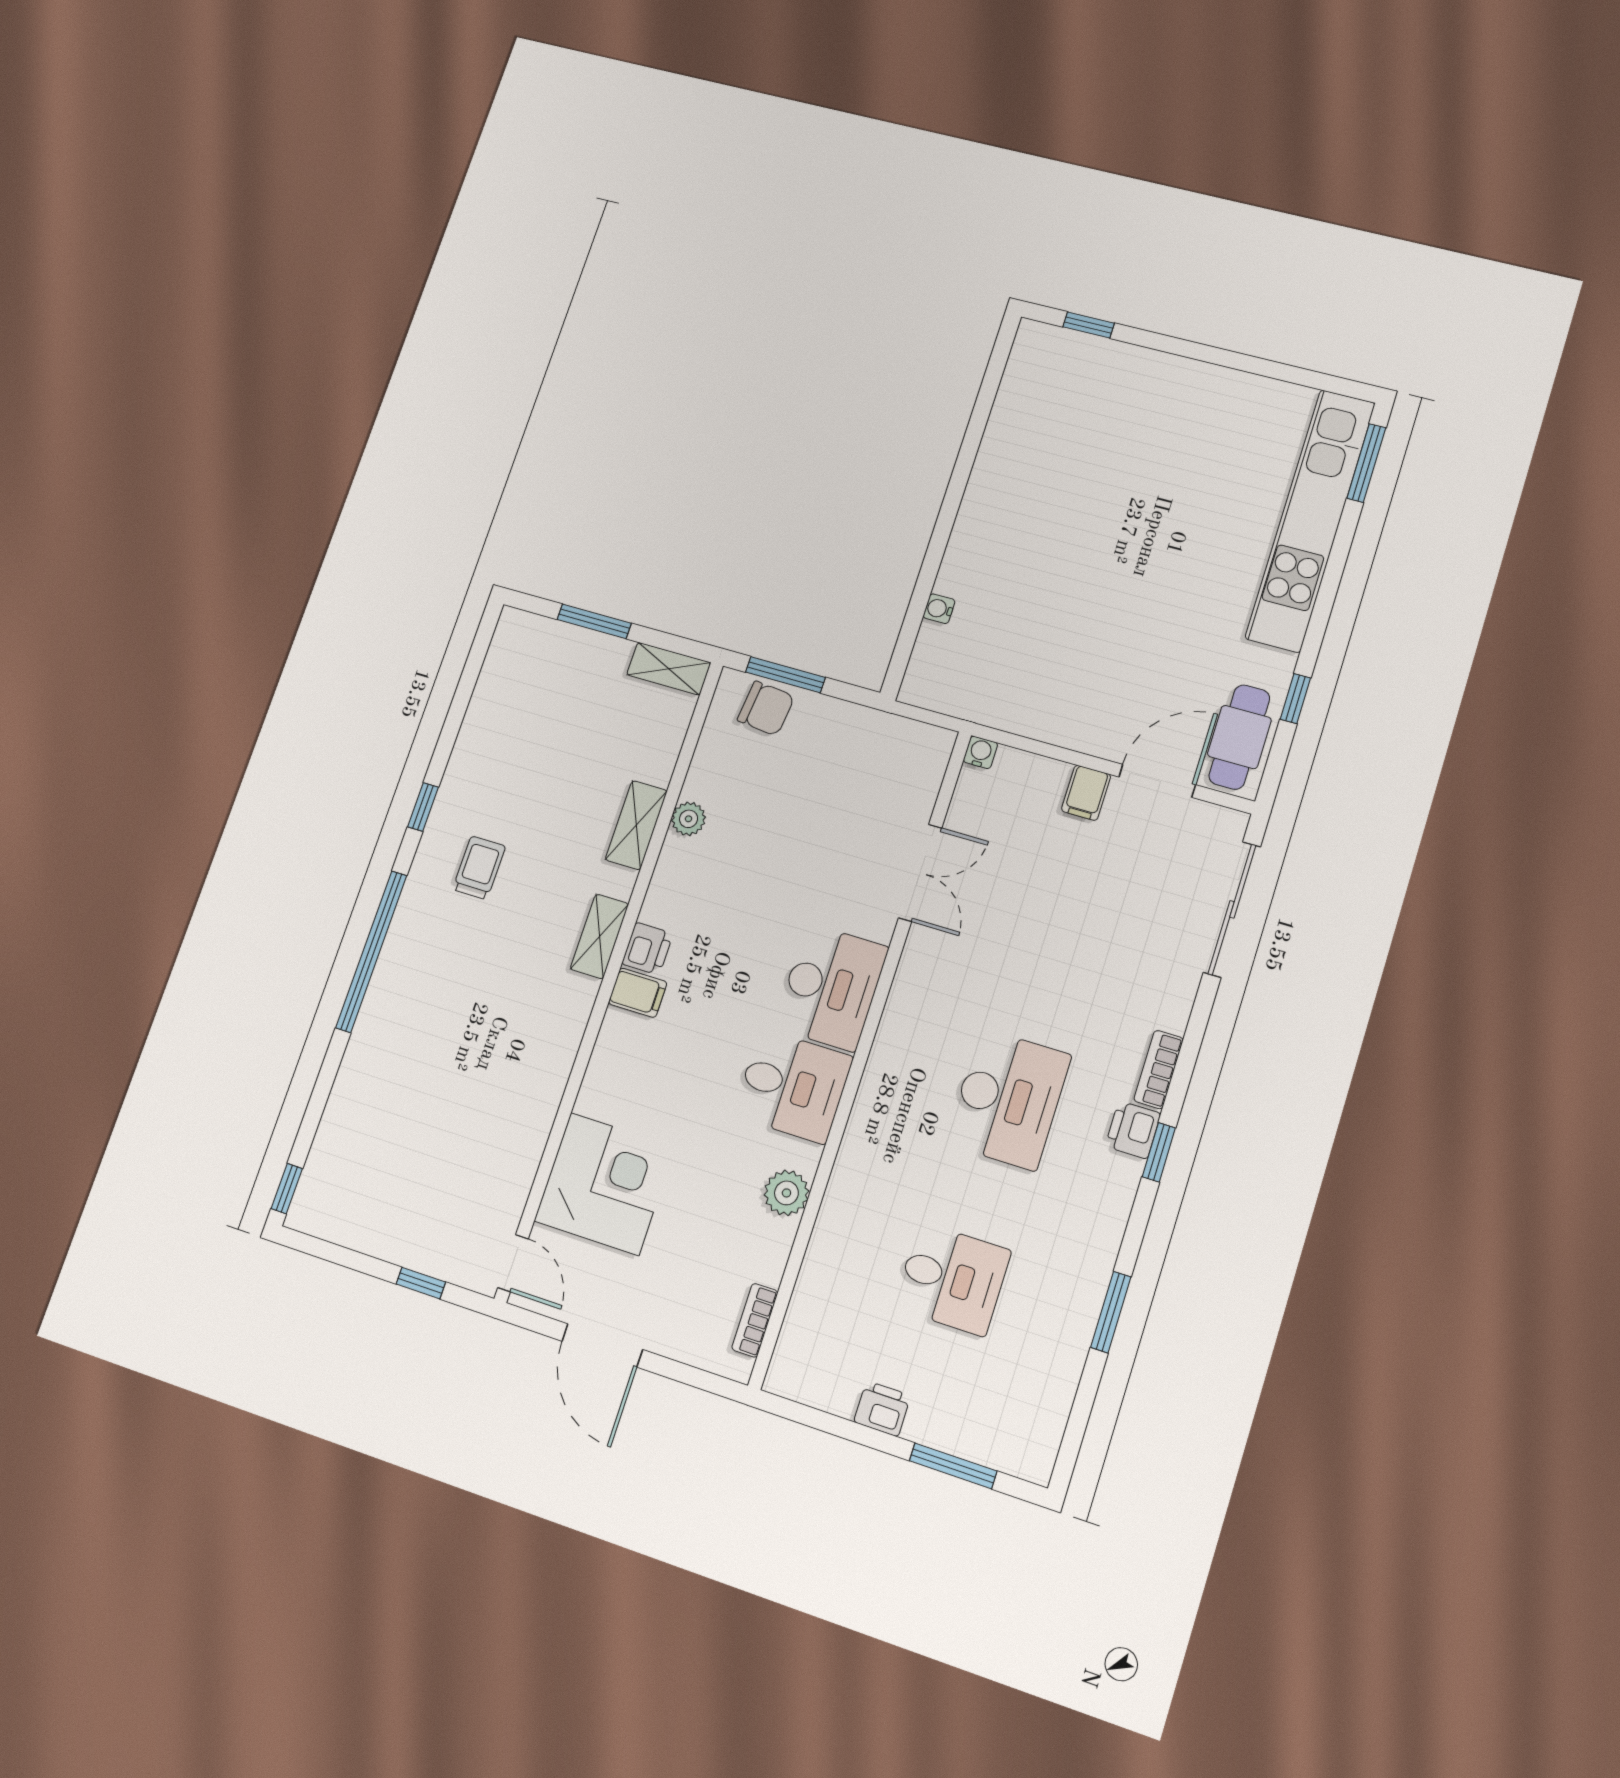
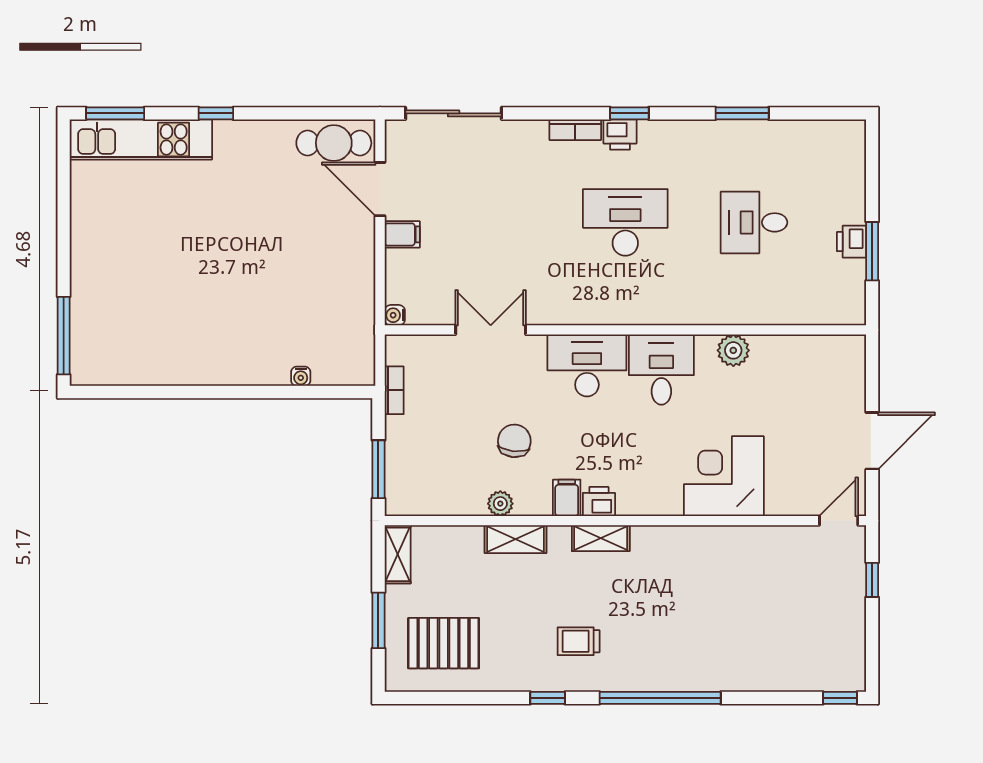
window: (1089, 325) -> (64, 336), width x2.17
kitchen unit: (1310, 520) -> (141, 140), width x0.73
pallet: (537, 695) -> (444, 643), added
window: (1295, 699) -> (216, 113), moved
chair: (766, 708) -> (514, 441), moved
filing cabinet: (638, 993) -> (567, 498), moved
corner desk: (605, 1184) -> (724, 476), moved
desk: (952, 1279) -> (754, 222), turned -90
bookcase: (755, 1320) -> (394, 390), moved, turned -90
window: (953, 1466) -> (872, 251), moved

